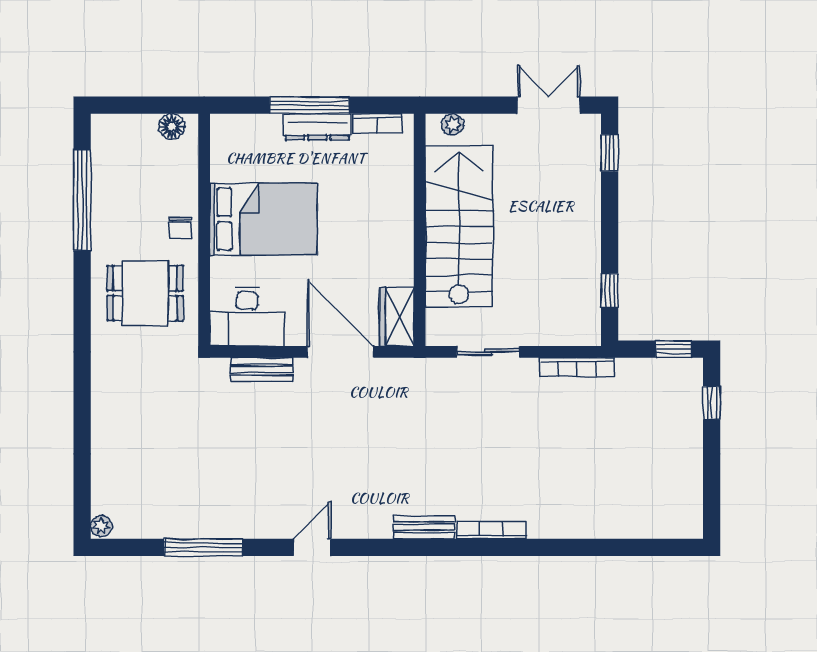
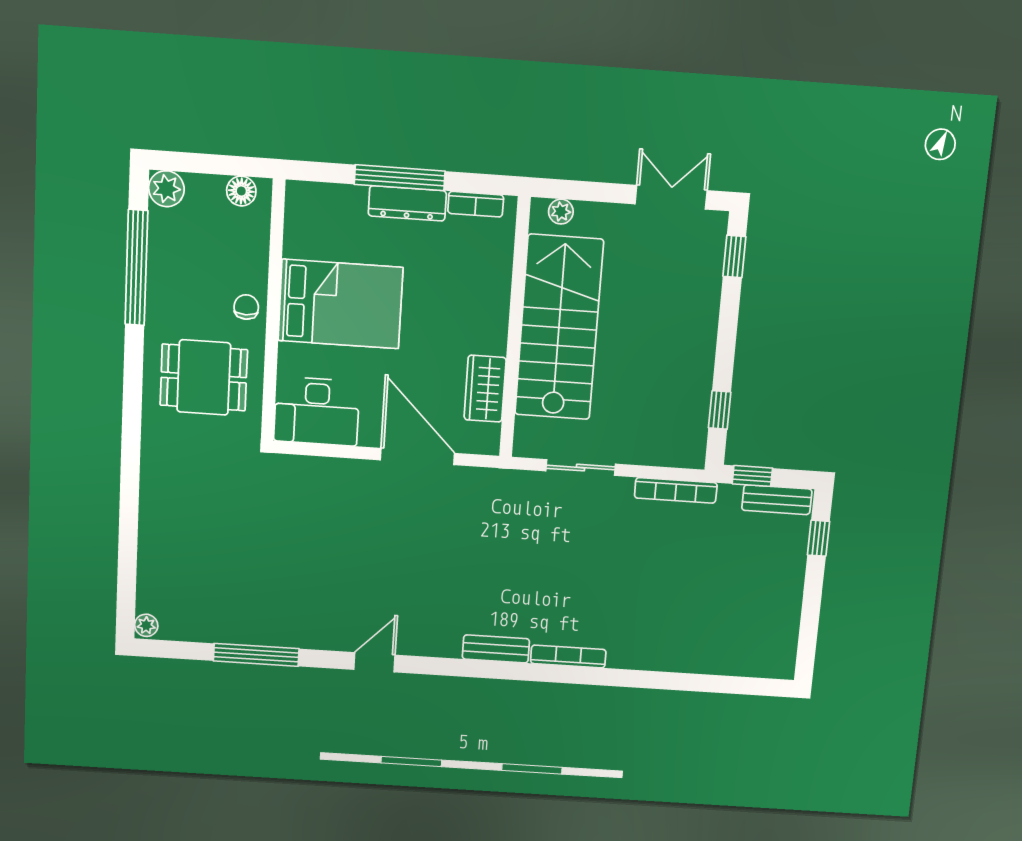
plant: (106, 129) -> (166, 189), added
chair: (180, 228) -> (246, 307), turned 180
wardrobe: (397, 317) -> (485, 389), moved
window: (674, 349) -> (752, 476), moved
bench: (262, 369) -> (777, 500), moved

